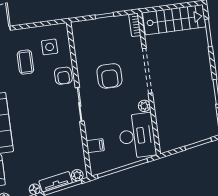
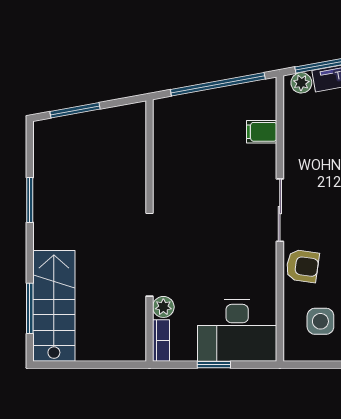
stairs: (174, 20) -> (54, 306), moved, turned 90
armchair: (63, 76) -> (302, 266), turned 98
armchair: (109, 76) -> (219, 254), removed
plant: (144, 106) -> (163, 307), moved
desk: (137, 136) -> (237, 330), moved, turned -90

